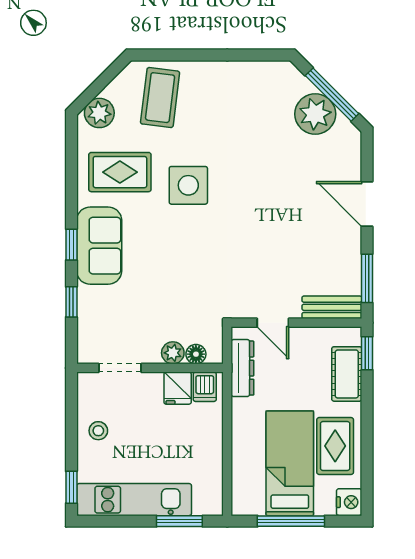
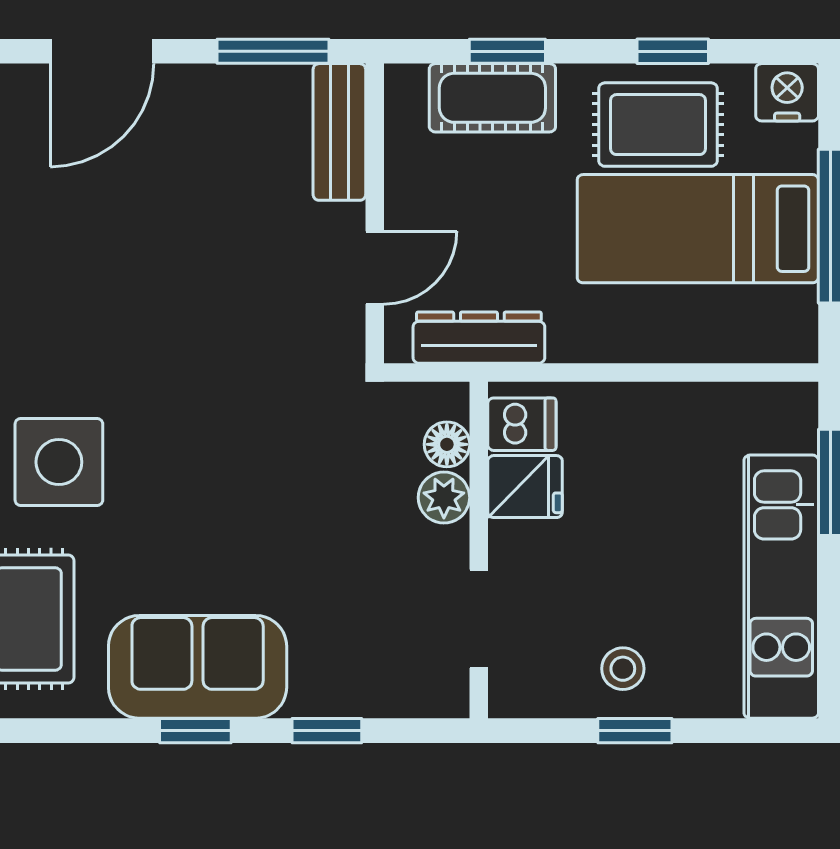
window: (367, 353) -> (507, 51), moved
window: (367, 452) -> (673, 51), added
window: (71, 487) -> (635, 731), moved

